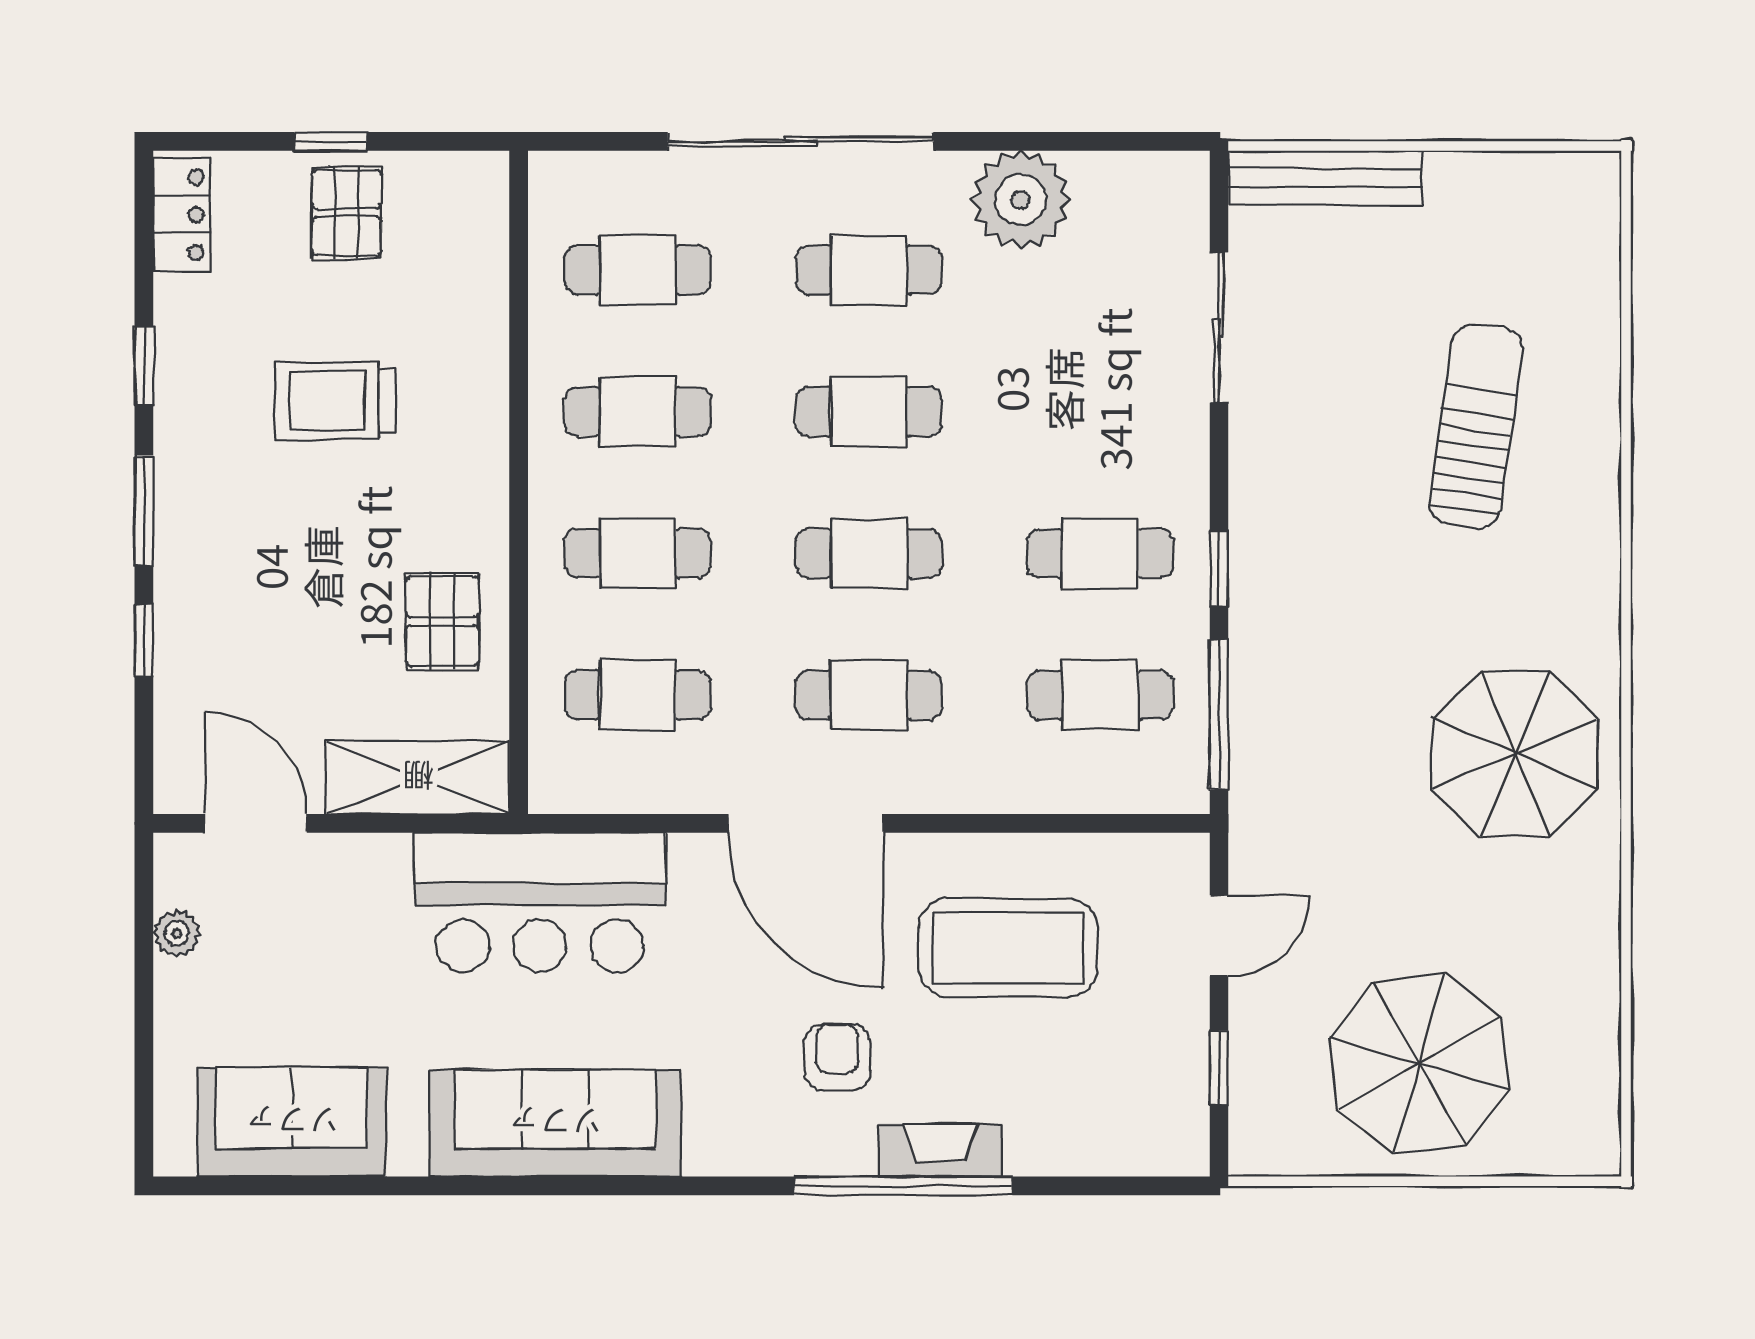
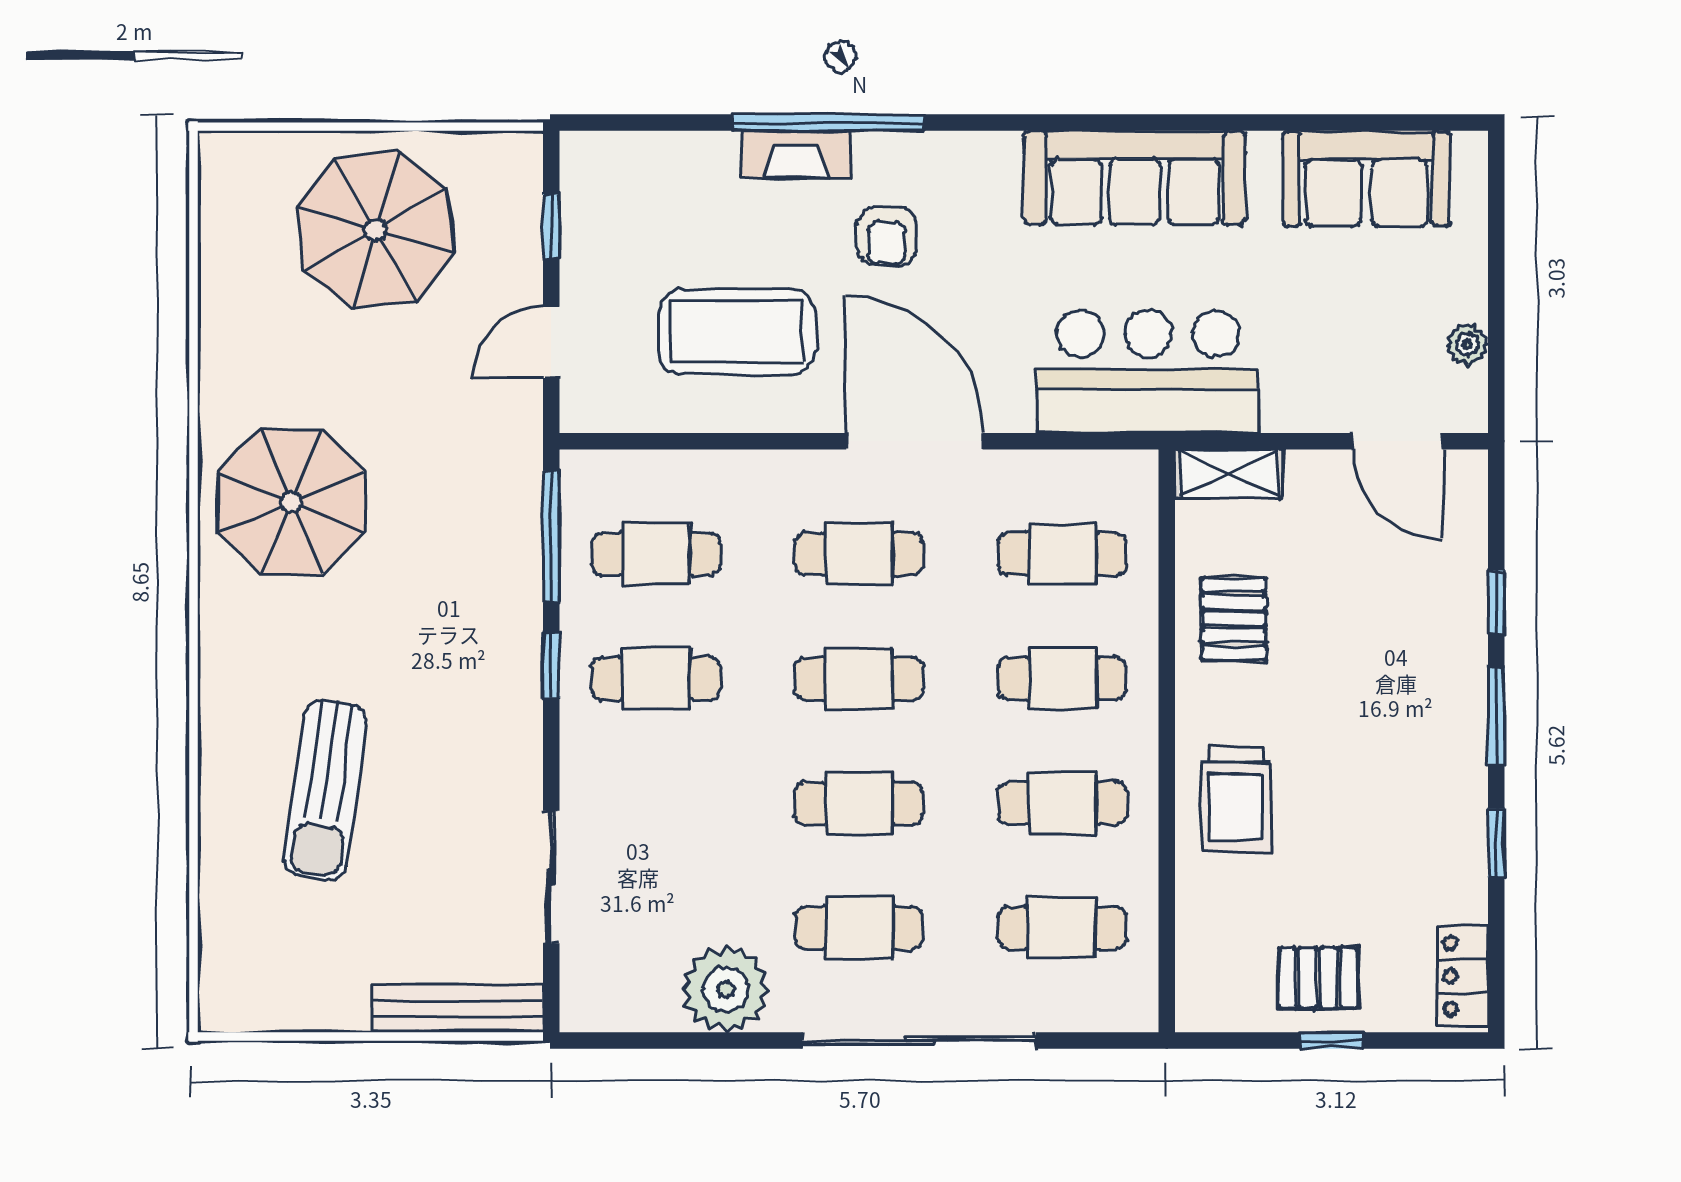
pallet: (346, 213) -> (1318, 978), turned 90
trolley: (335, 400) -> (1236, 799), moved, turned 90
shelving: (418, 777) -> (1229, 473), width x0.67, depth x0.75

